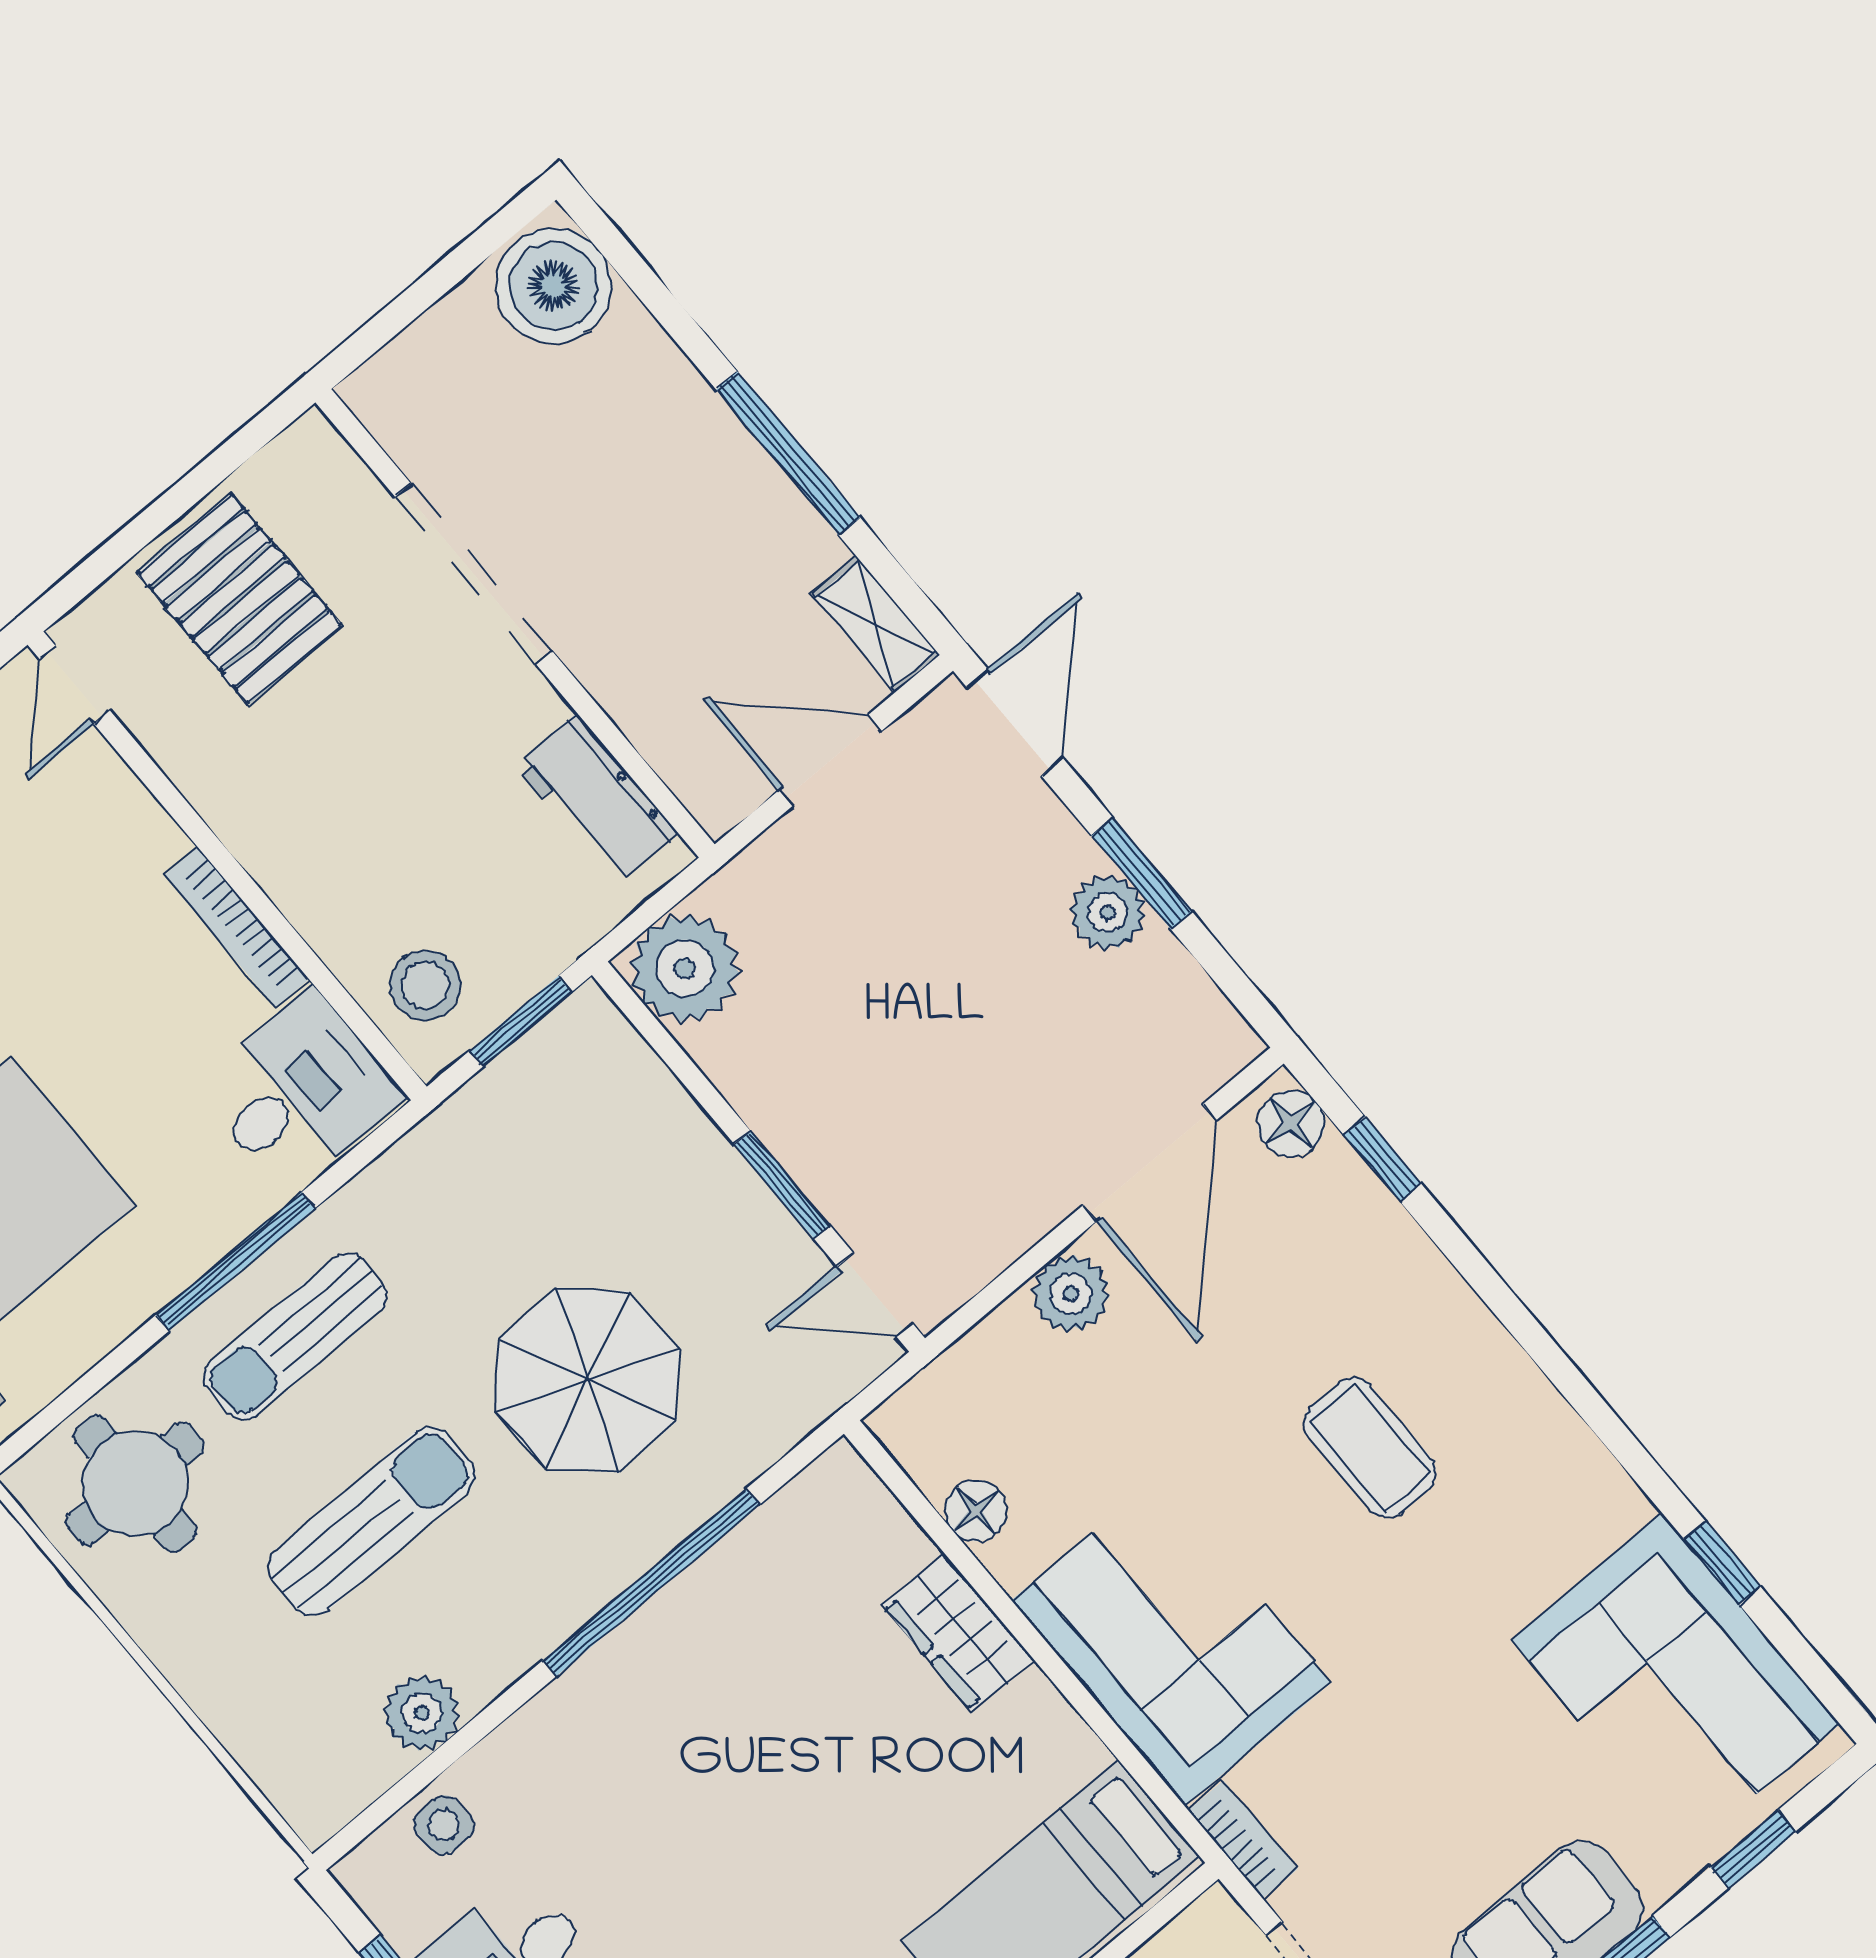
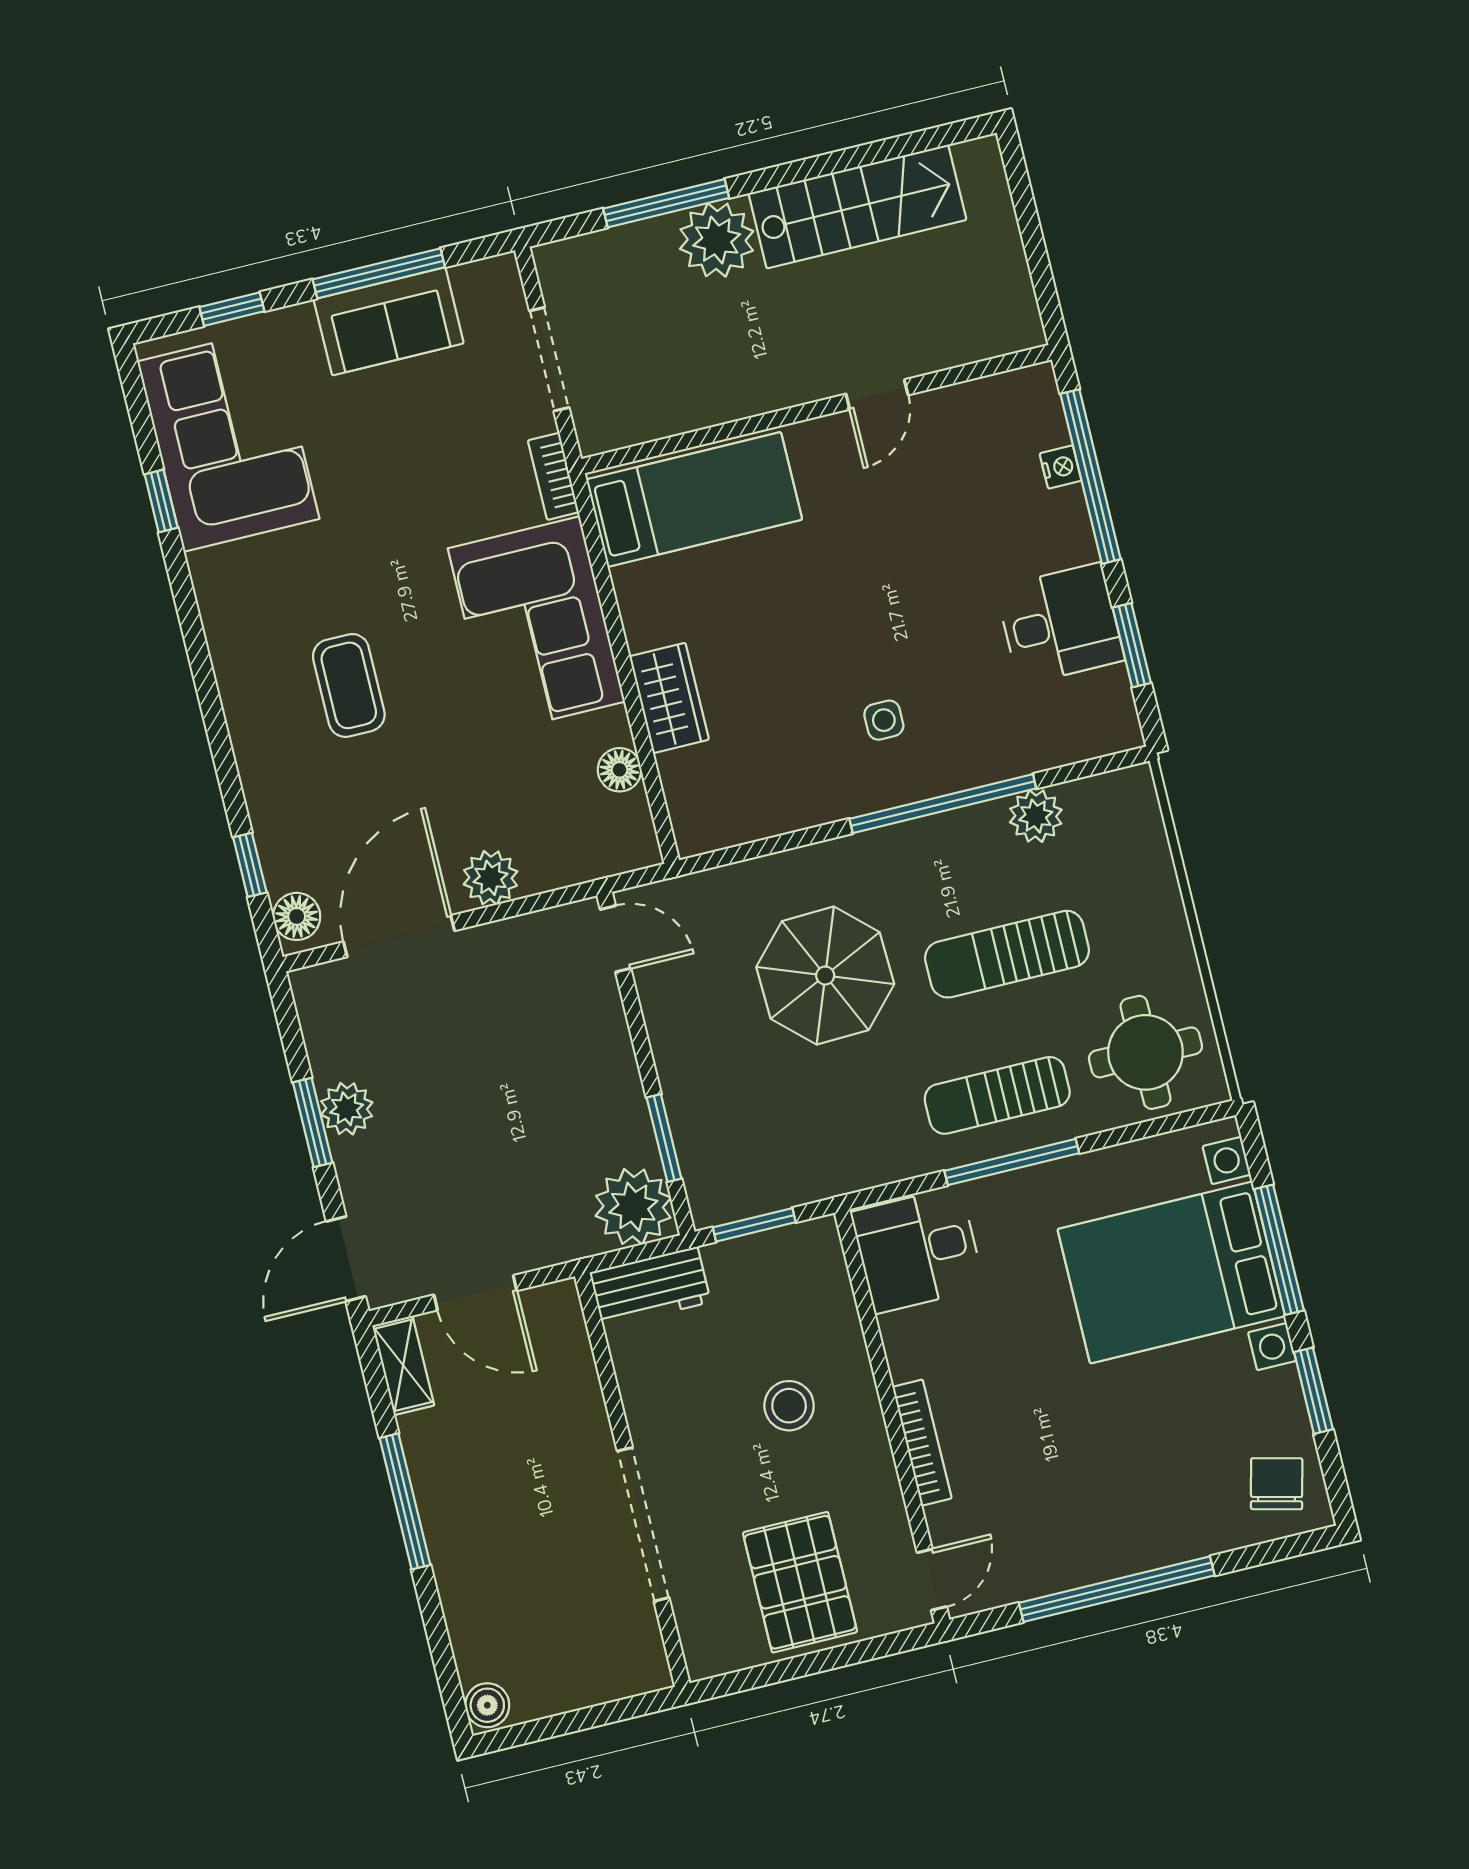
boiler: (554, 286) -> (487, 1705), width x0.54, depth x0.54
workbench: (596, 799) -> (650, 1287), moved, turned 90
bookcase: (237, 927) -> (922, 1443), moved
stool: (425, 985) -> (789, 1406), moved
window: (782, 1185) -> (664, 1138), moved
sun lounger: (295, 1336) -> (997, 1095), turned 180
window: (651, 1583) -> (943, 804), moved
side table: (444, 1825) -> (884, 720), moved

